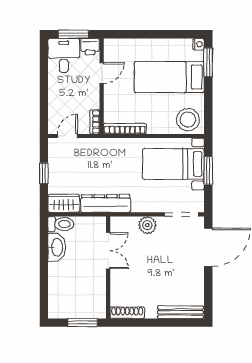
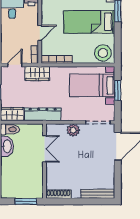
door: (102, 73) -> (40, 33), moved
wardrobe: (98, 148) -> (37, 73), added

